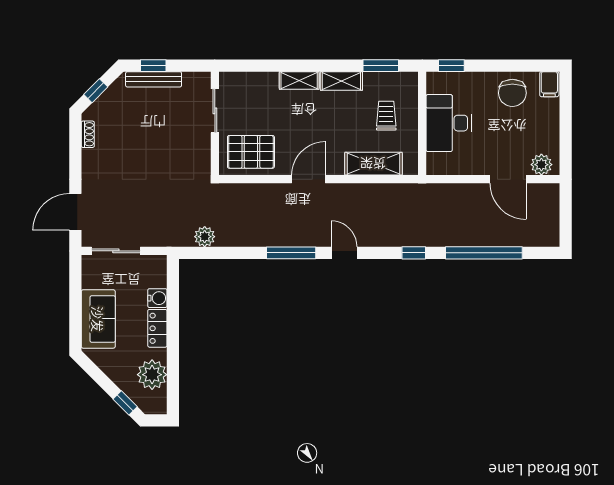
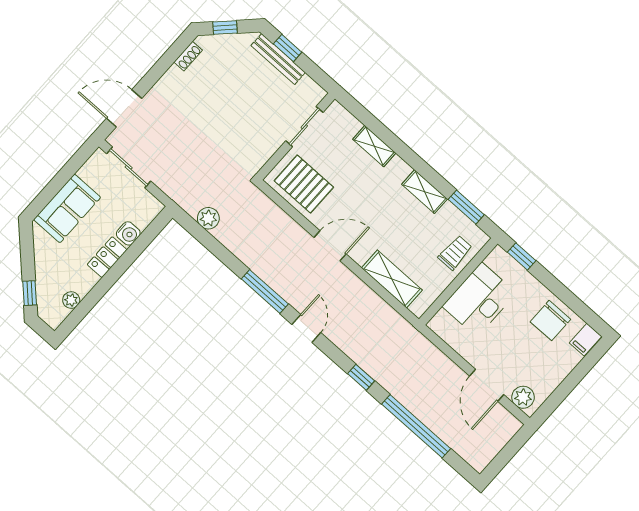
shelving: (299, 80) -> (374, 146), moved
trolley: (386, 116) -> (455, 253), moved
plant: (152, 375) -> (71, 300), width x0.53, depth x0.53

